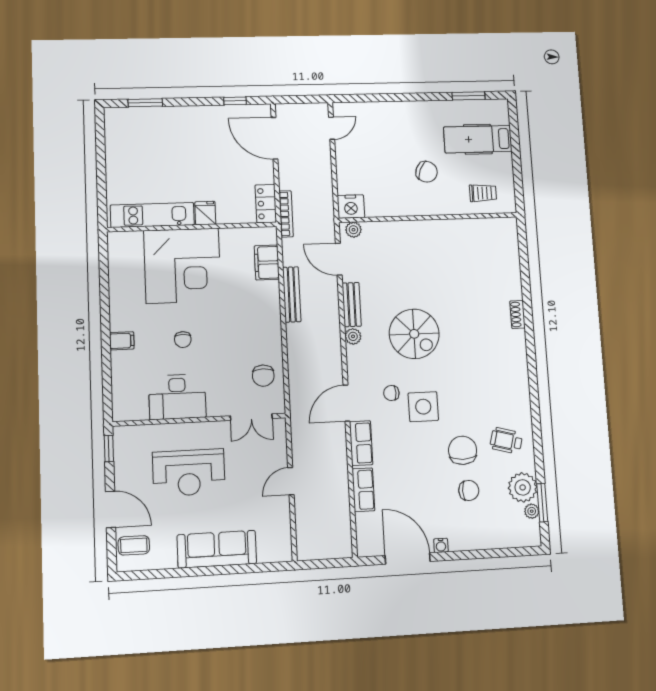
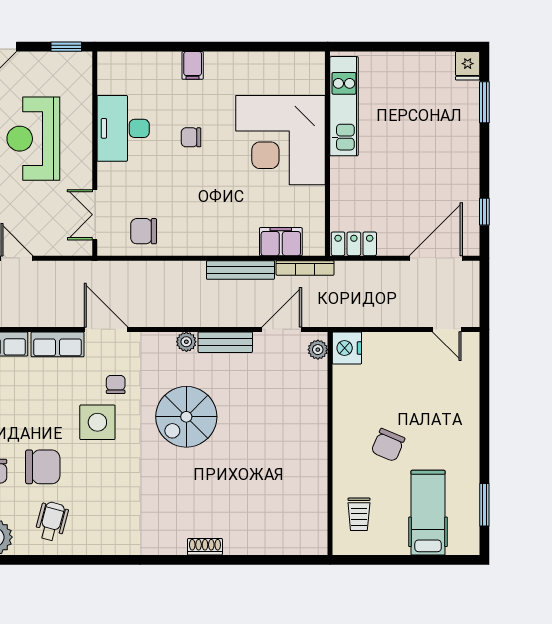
fridge: (205, 213) -> (468, 66), moved, turned 90
bookcase: (286, 214) -> (305, 268), moved

